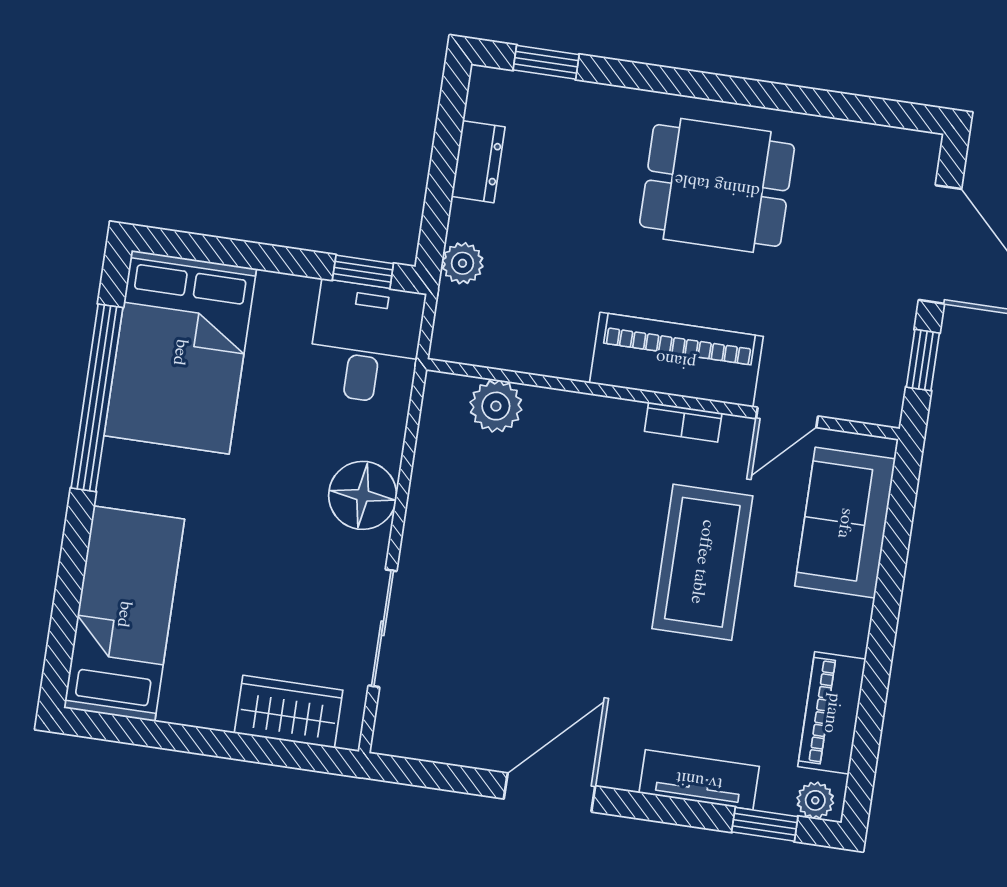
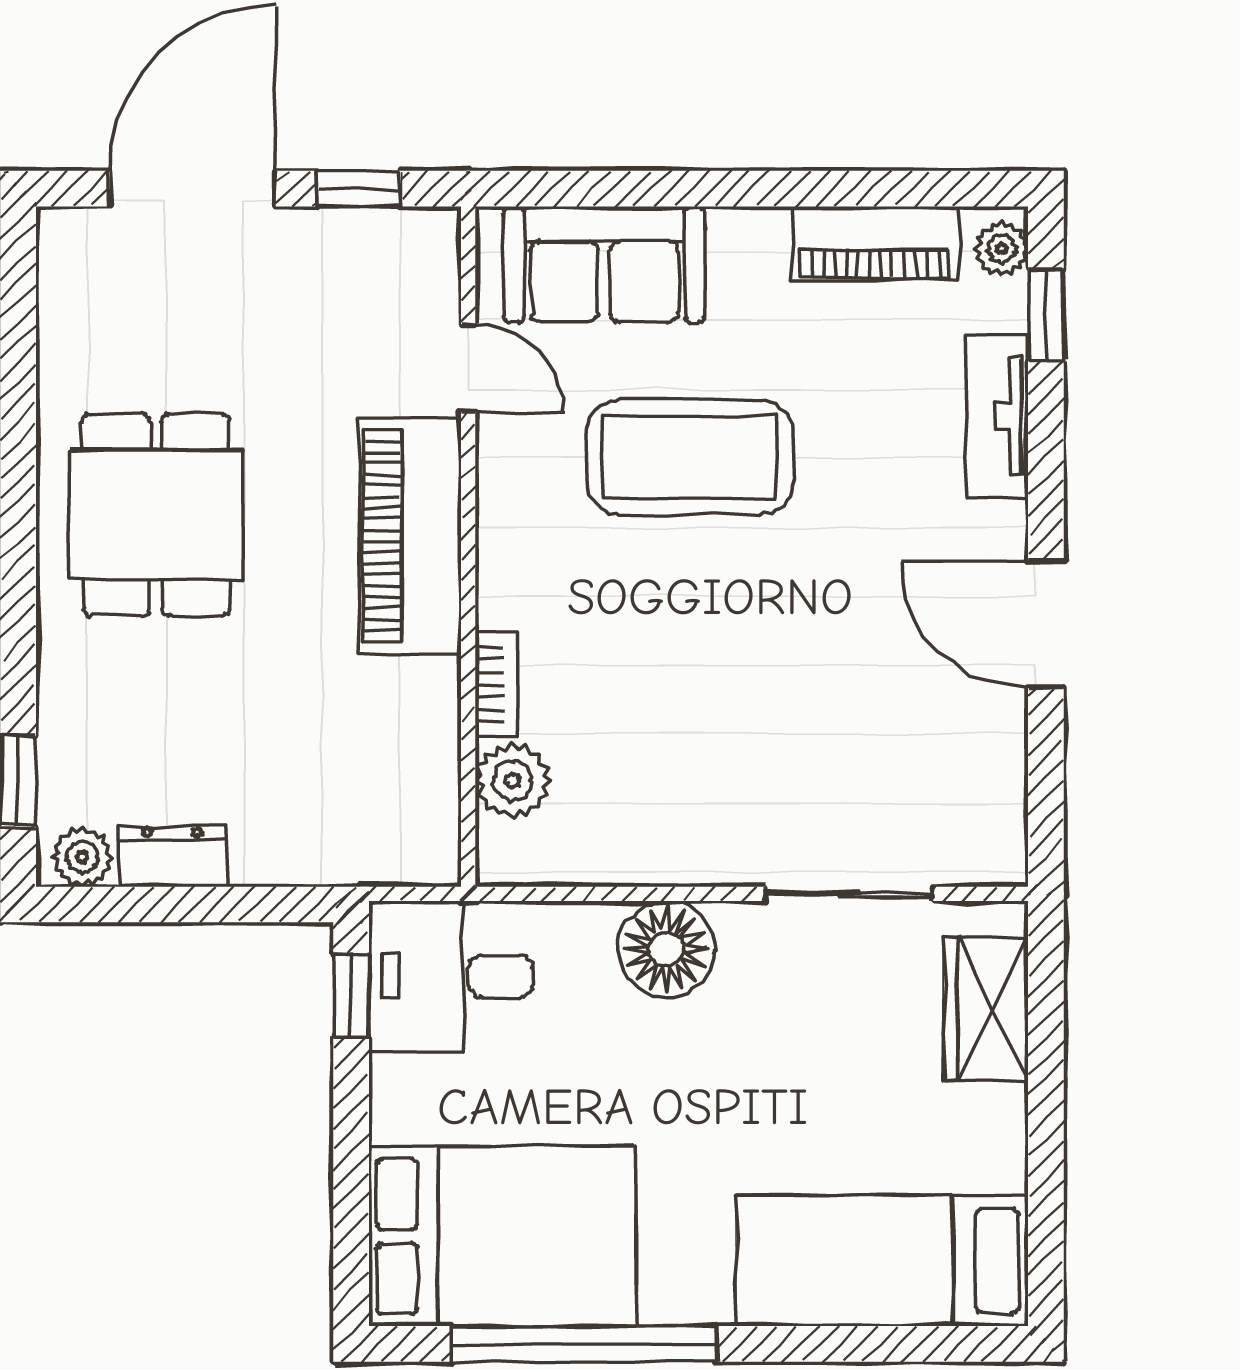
plant: (462, 263) -> (82, 857), moved
bookcase: (683, 422) -> (496, 684), moved

